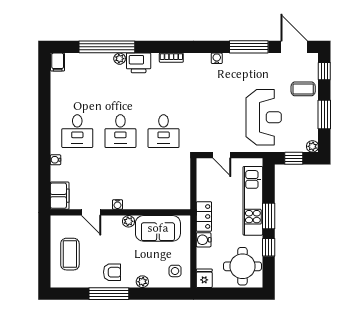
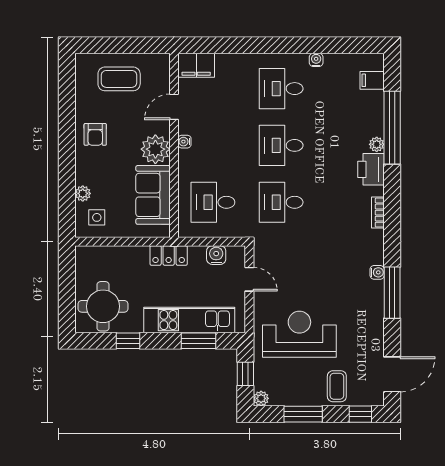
window: (249, 47) -> (392, 293), moved
filing cabinet: (58, 62) -> (372, 80), moved
reception desk: (264, 117) -> (299, 334), turned 180
door: (222, 155) -> (249, 279), swing flipped
water cooler: (56, 160) -> (316, 60), moved
desk: (164, 183) -> (213, 202), added
window: (269, 216) -> (199, 341), moved
plant: (128, 221) -> (155, 149), width x1.88, depth x1.88
water cooler: (204, 240) -> (216, 255), moved
fridge: (204, 278) -> (87, 256), removed
plant: (142, 282) -> (83, 193), moved
window: (109, 294) -> (67, 130), removed

